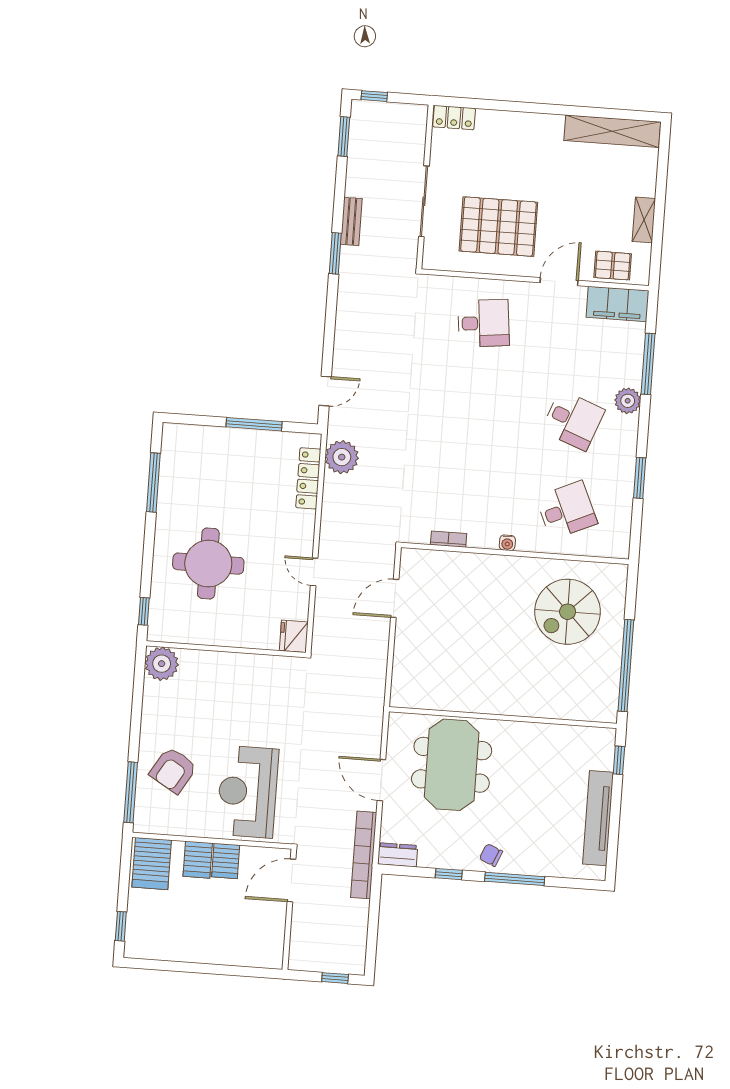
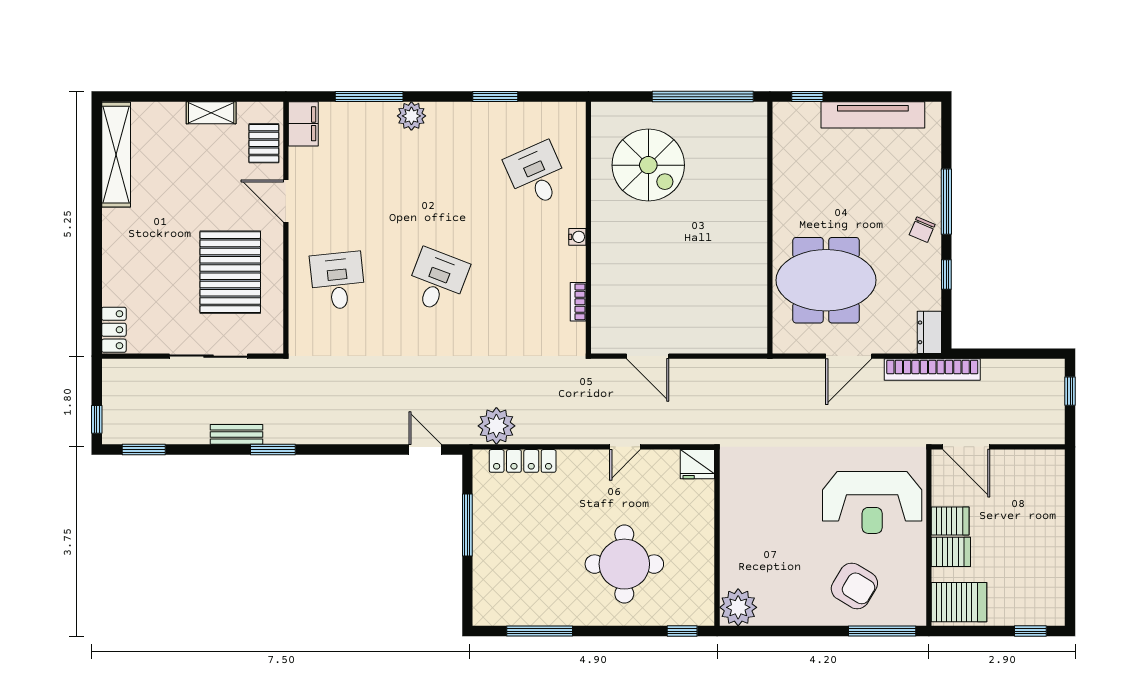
filing cabinet: (618, 304) -> (303, 124), width x0.67, depth x0.86
desk: (573, 420) -> (437, 281), moved

